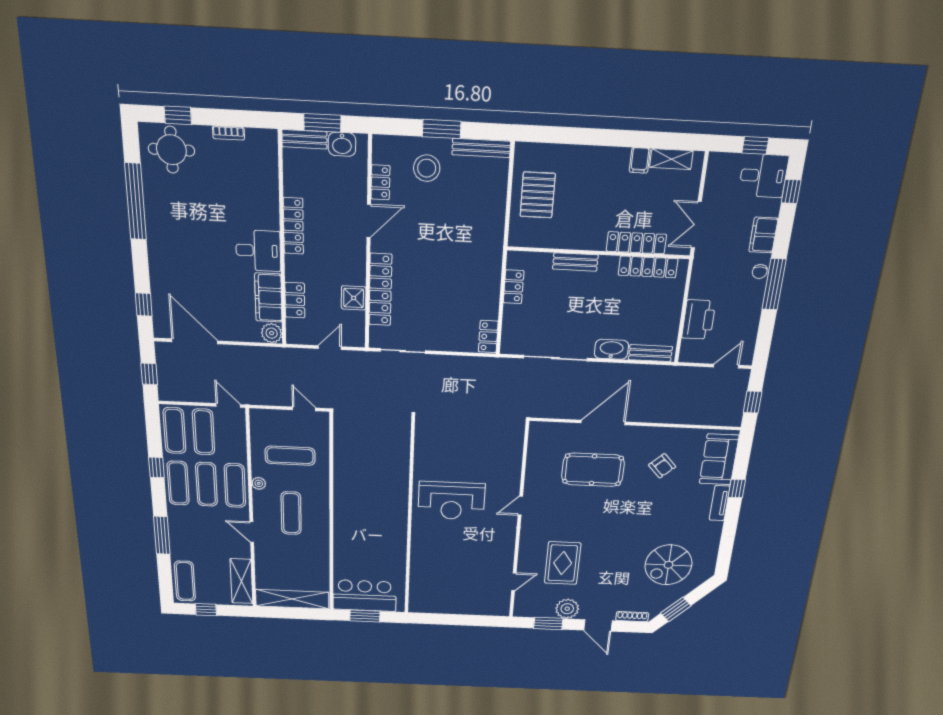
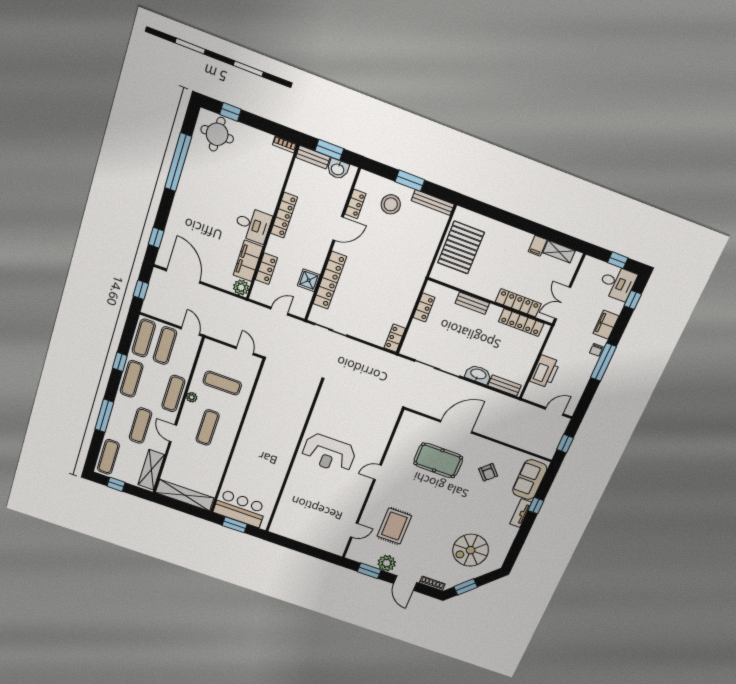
bookcase: (229, 133) -> (285, 144), moved
pallet: (538, 195) -> (461, 248), width x1.37, depth x1.41
exercise mat: (207, 484) -> (140, 426), moved

